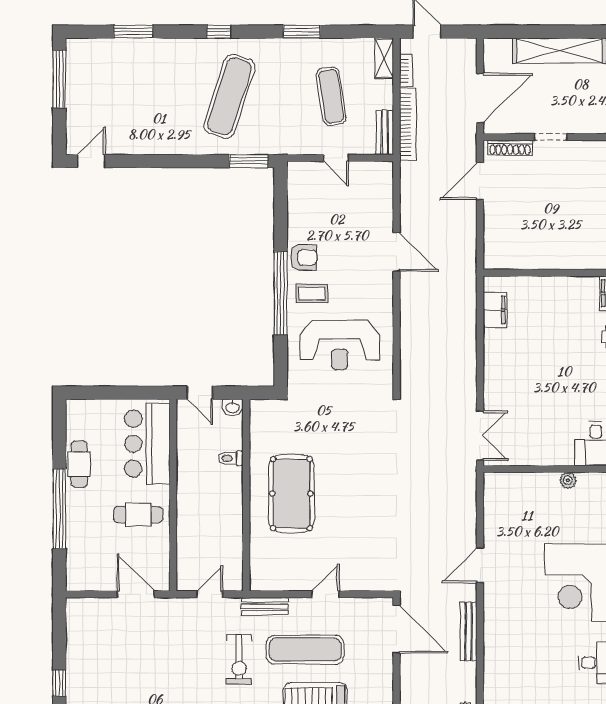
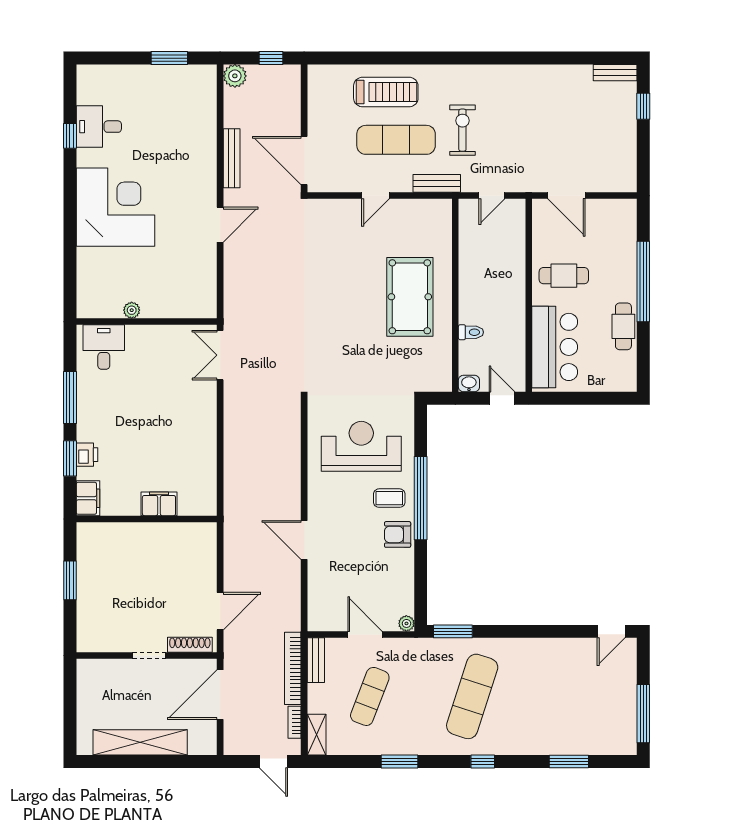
exercise mat: (331, 96) -> (370, 696), turned 30
door: (336, 158) -> (365, 634), width x1.37
plant: (295, 169) -> (406, 623), added
filing cabinet: (495, 310) -> (159, 504), moved, turned 90

